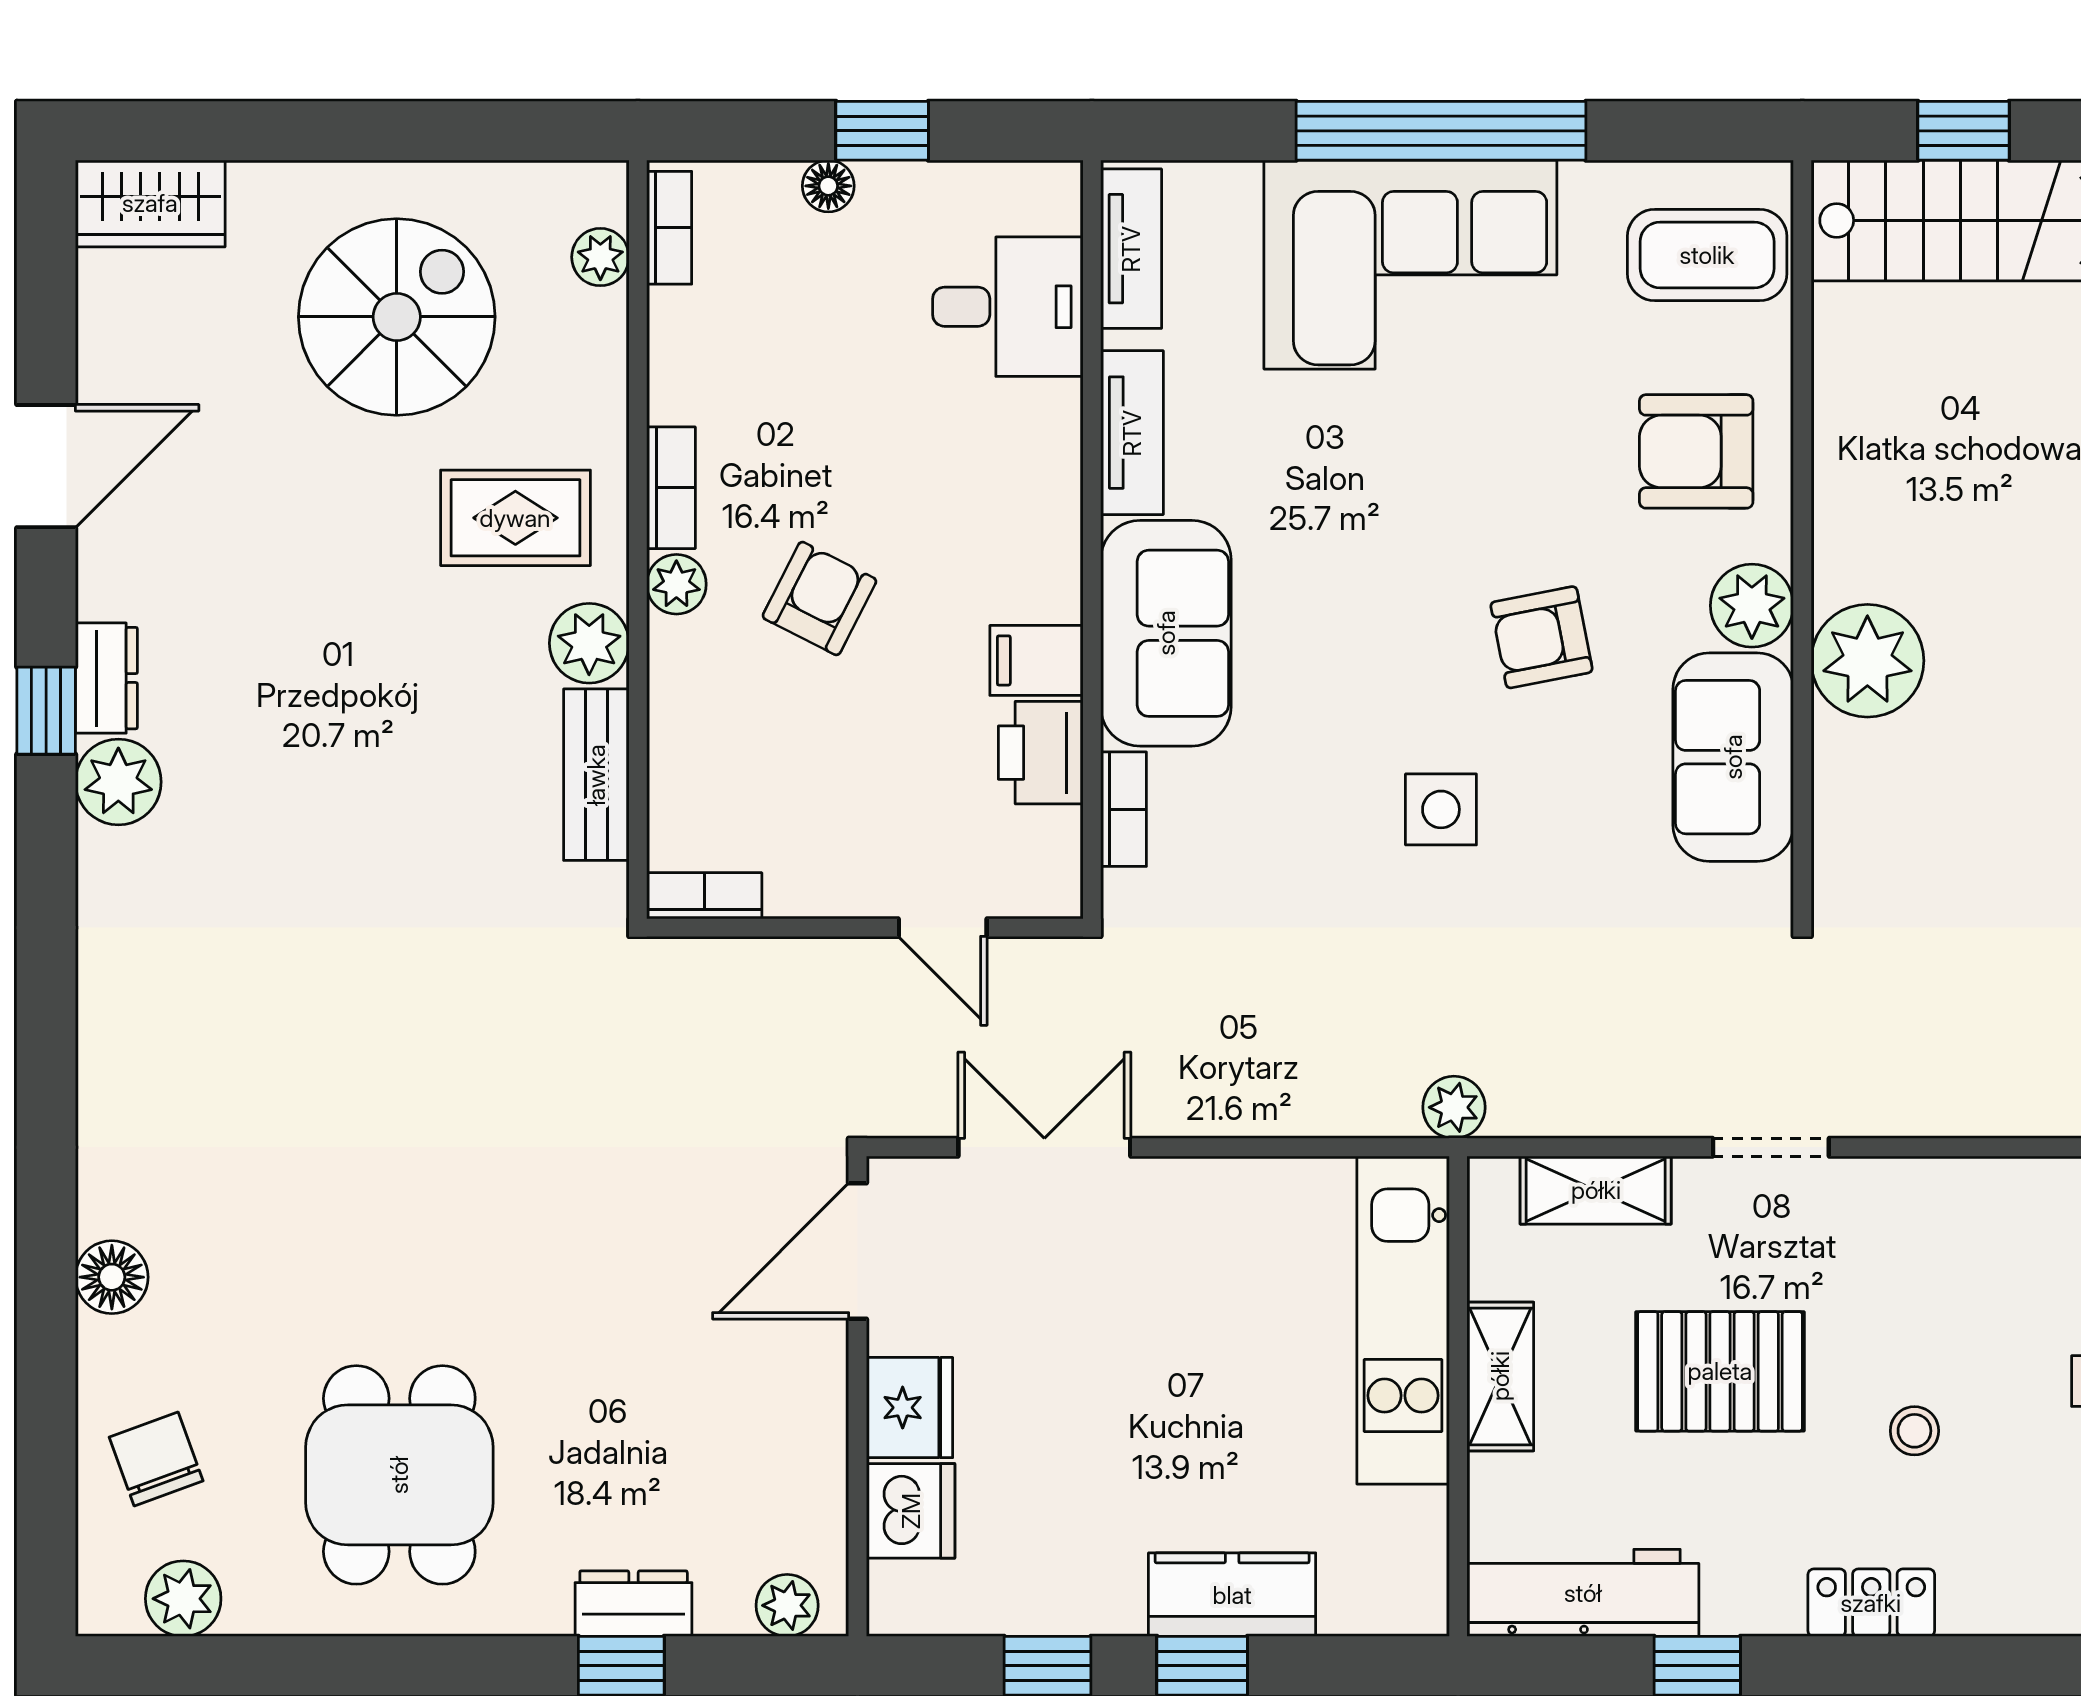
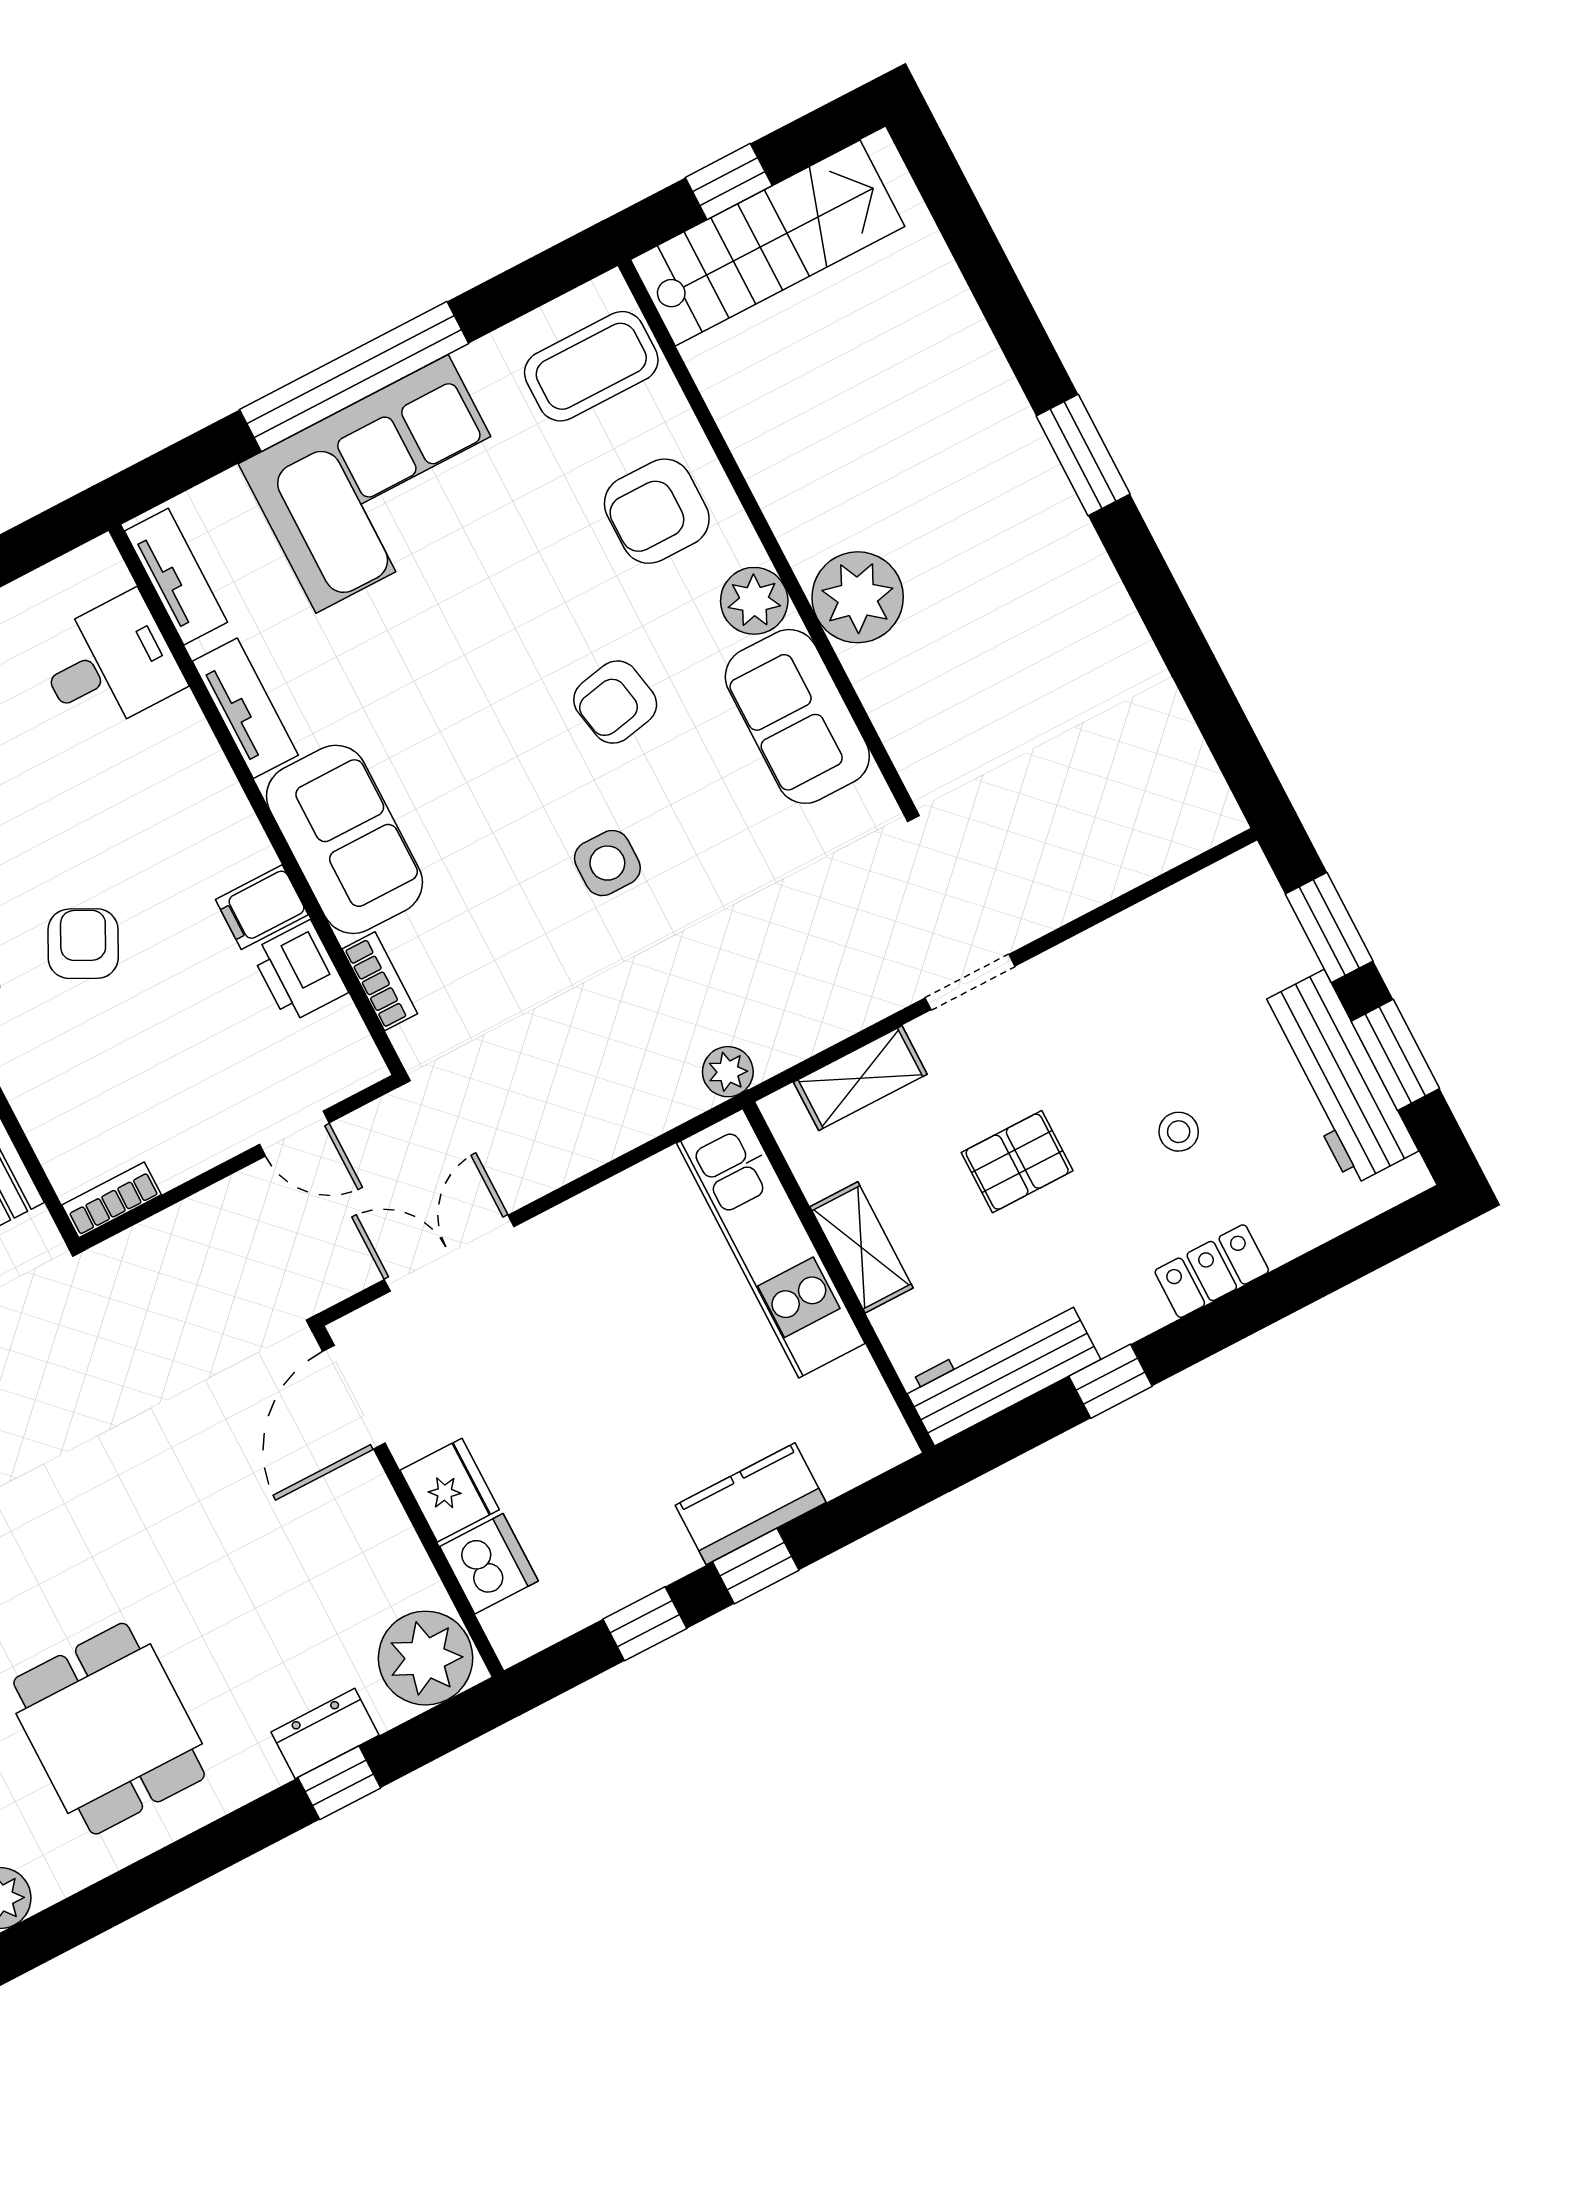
pallet: (1720, 1371) -> (1017, 1162), width x0.67, depth x0.71
plant: (787, 1605) -> (426, 1658), width x1.87, depth x1.87

